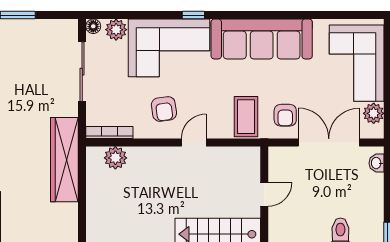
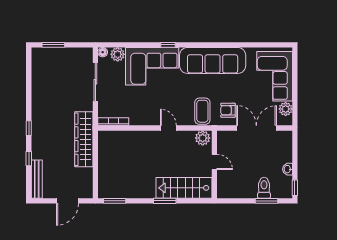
armchair: (164, 109) -> (149, 106), removed
armchair: (285, 115) -> (228, 110), turned 90
door: (194, 142) -> (168, 128), hinge flipped
plant: (115, 158) -> (203, 138), moved
washbasin: (377, 163) -> (288, 169), moved
door: (264, 194) -> (214, 162), hinge flipped

